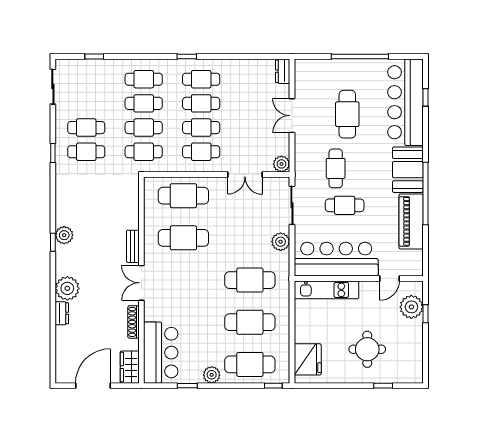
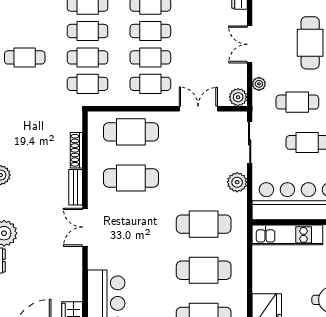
cafe table: (86, 152) -> (25, 84), removed
plant: (300, 152) -> (259, 84), added
cafe table: (336, 168) -> (297, 102), turned 90
double door: (245, 174) -> (198, 109), swing flipped
shoe rack: (134, 322) -> (76, 150), moved

